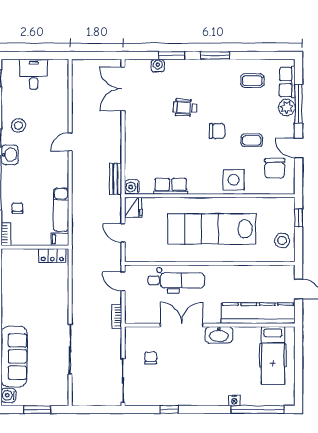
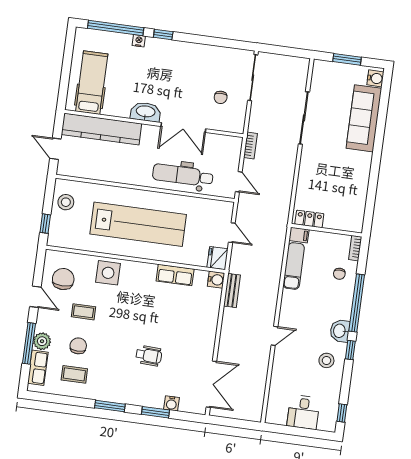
chair: (217, 131) -> (78, 346), moved, turned 90
window: (169, 409) -> (163, 34), moved

